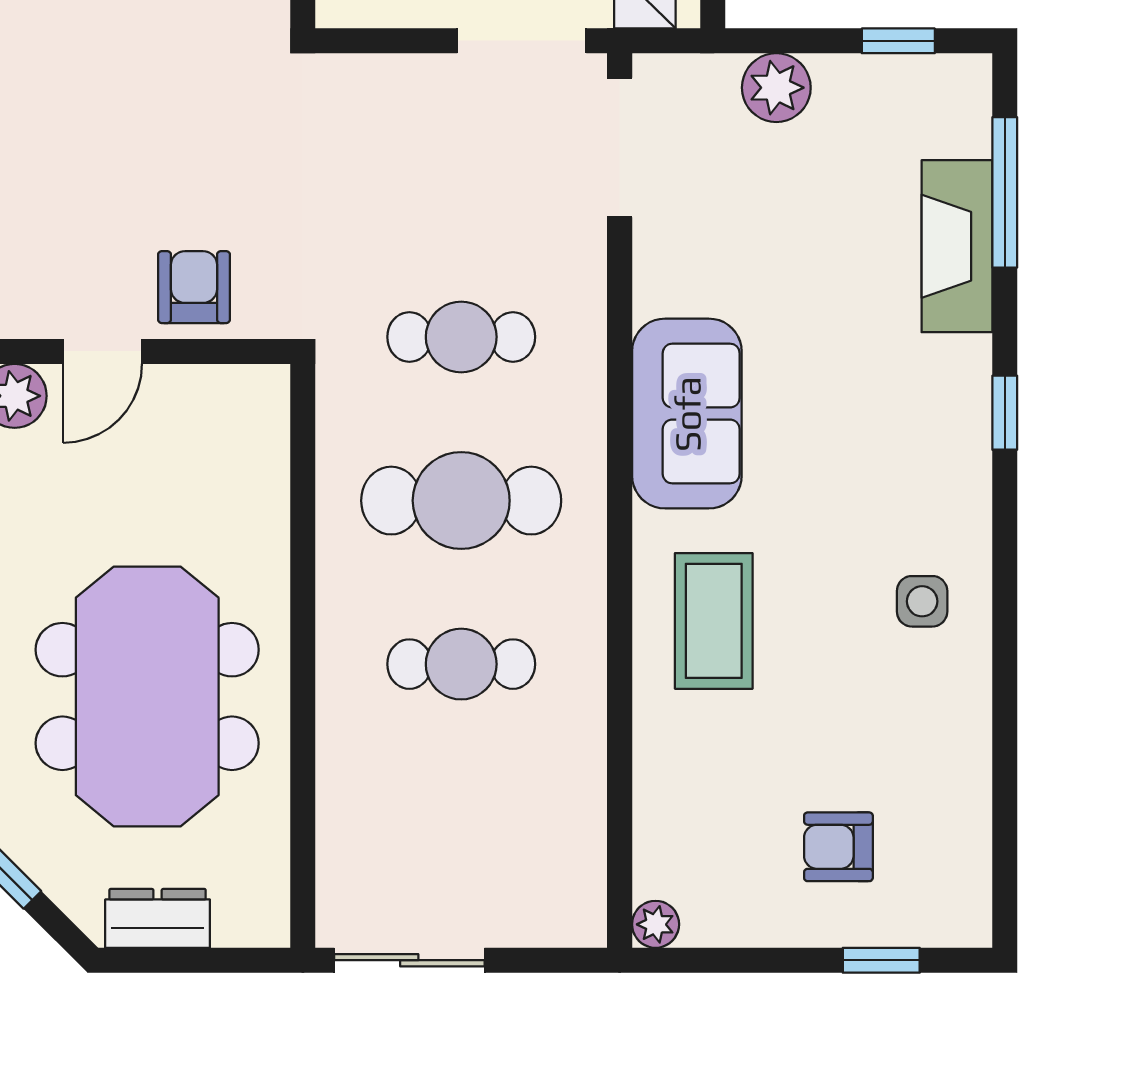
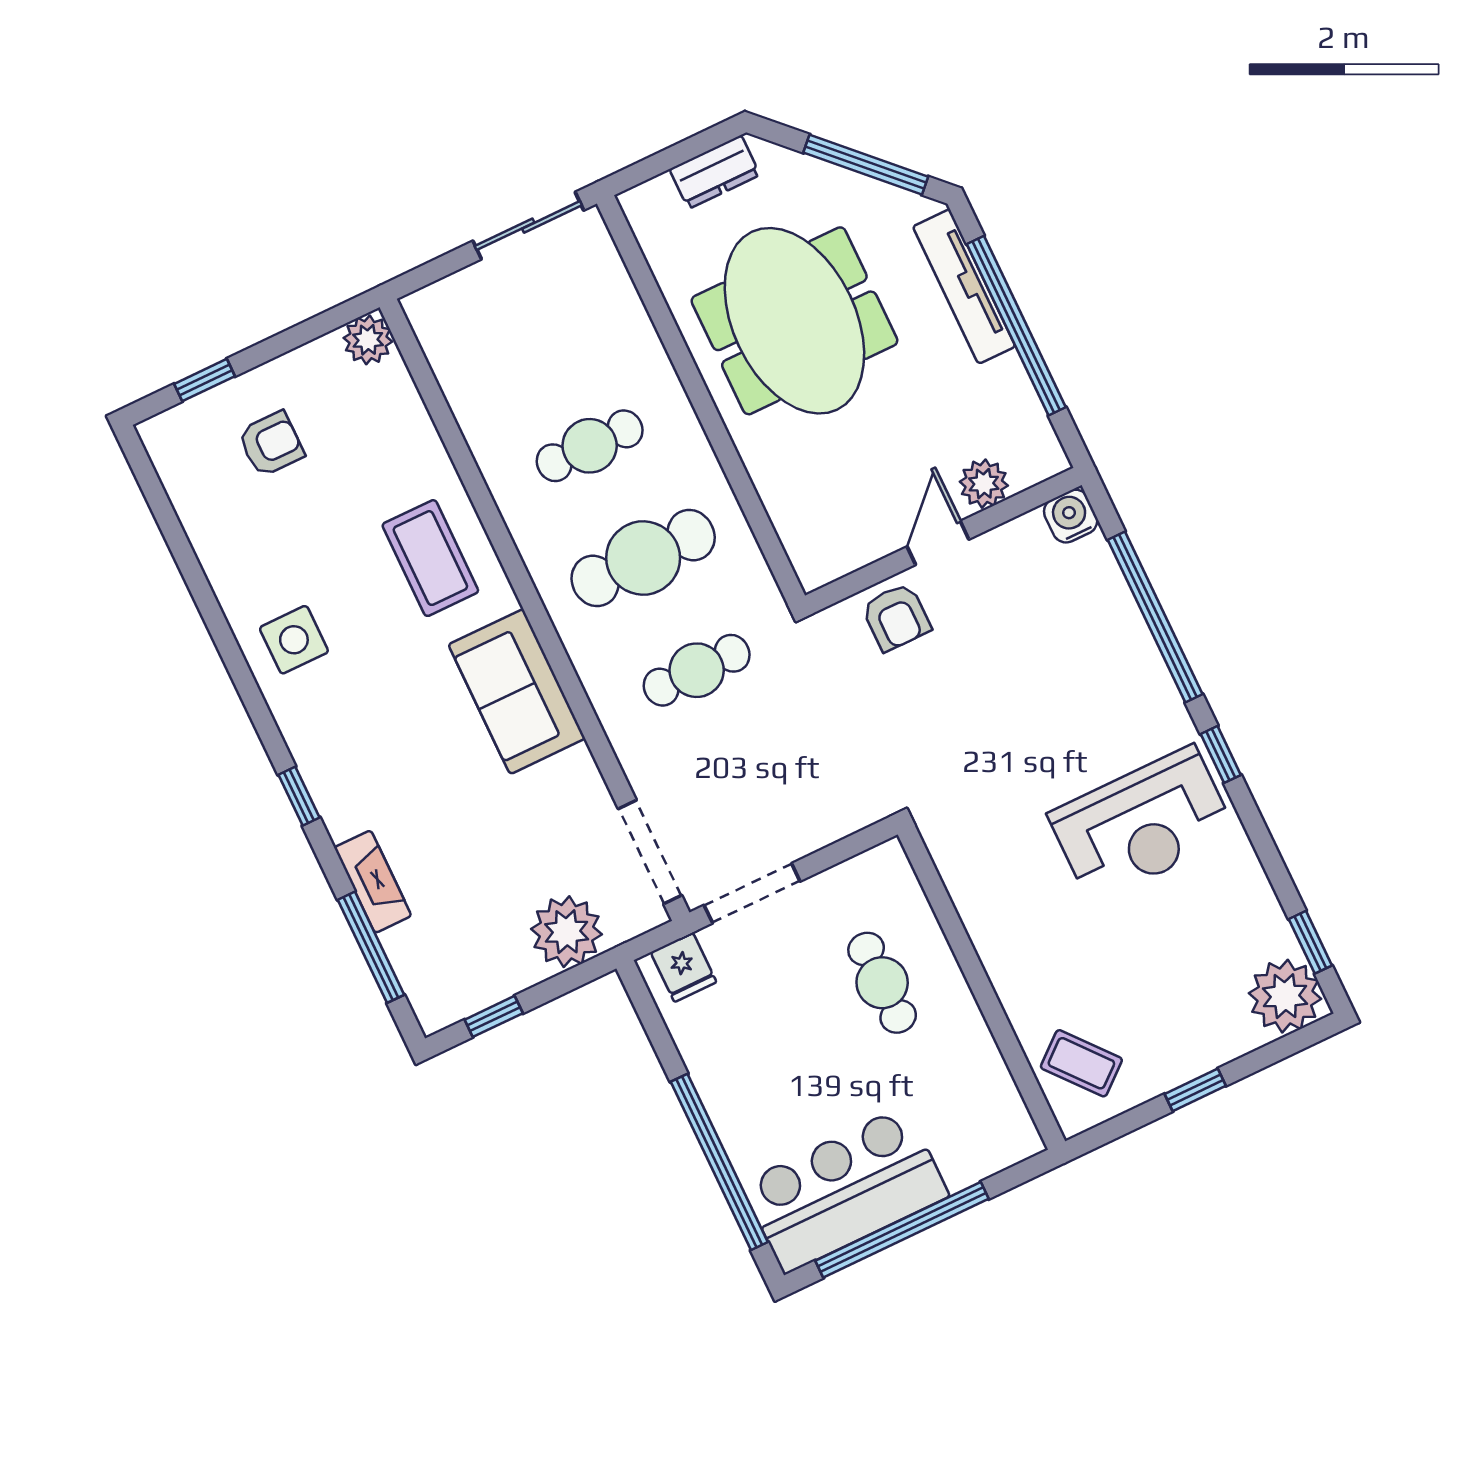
plant: (776, 88) -> (567, 932), width x1.36, depth x1.36
fireplace: (957, 246) -> (373, 882), width x0.73, depth x0.76
side table: (922, 601) -> (294, 640), width x1.37, depth x1.37
plant: (656, 924) -> (368, 340), width x1.38, depth x1.38

